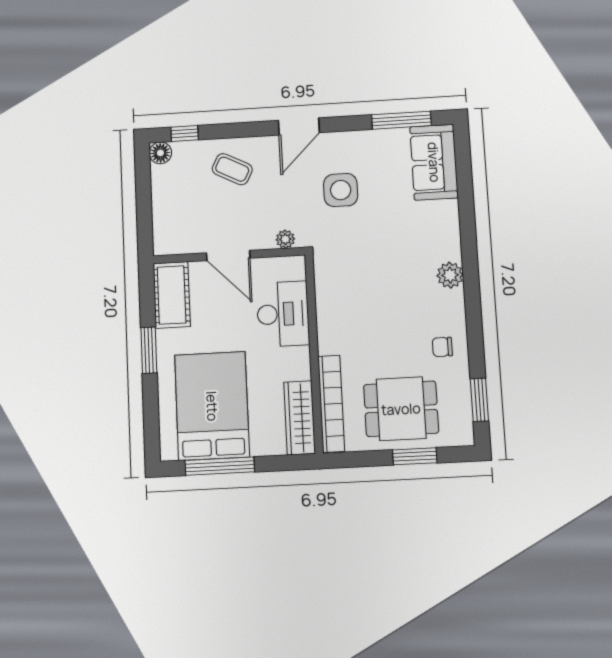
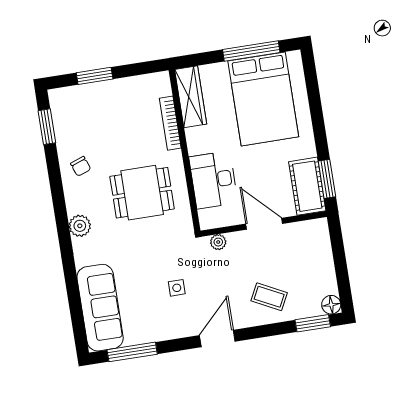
window: (185, 133) -> (313, 323), width x1.50
sofa: (434, 162) -> (100, 308), width x1.36
side table: (341, 190) -> (177, 288), width x0.54, depth x0.54
chair: (442, 347) -> (81, 166), turned 70
window: (149, 350) -> (327, 179), moved
bookcase: (331, 404) -> (170, 123), width x0.68, depth x0.76
dining table: (401, 409) -> (142, 193), moved

